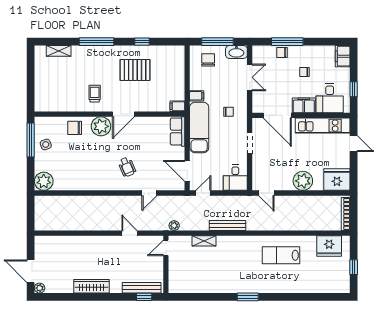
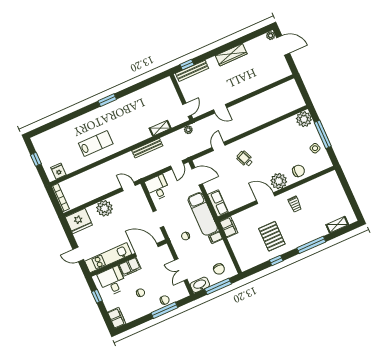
pallet: (135, 70) -> (272, 236), turned 90
filing cabinet: (177, 106) -> (229, 227), width x2.00
door: (123, 114) -> (266, 198), hinge flipped
window: (31, 140) -> (323, 134), moved
fridge: (329, 246) -> (58, 171), width x0.53, depth x0.75

